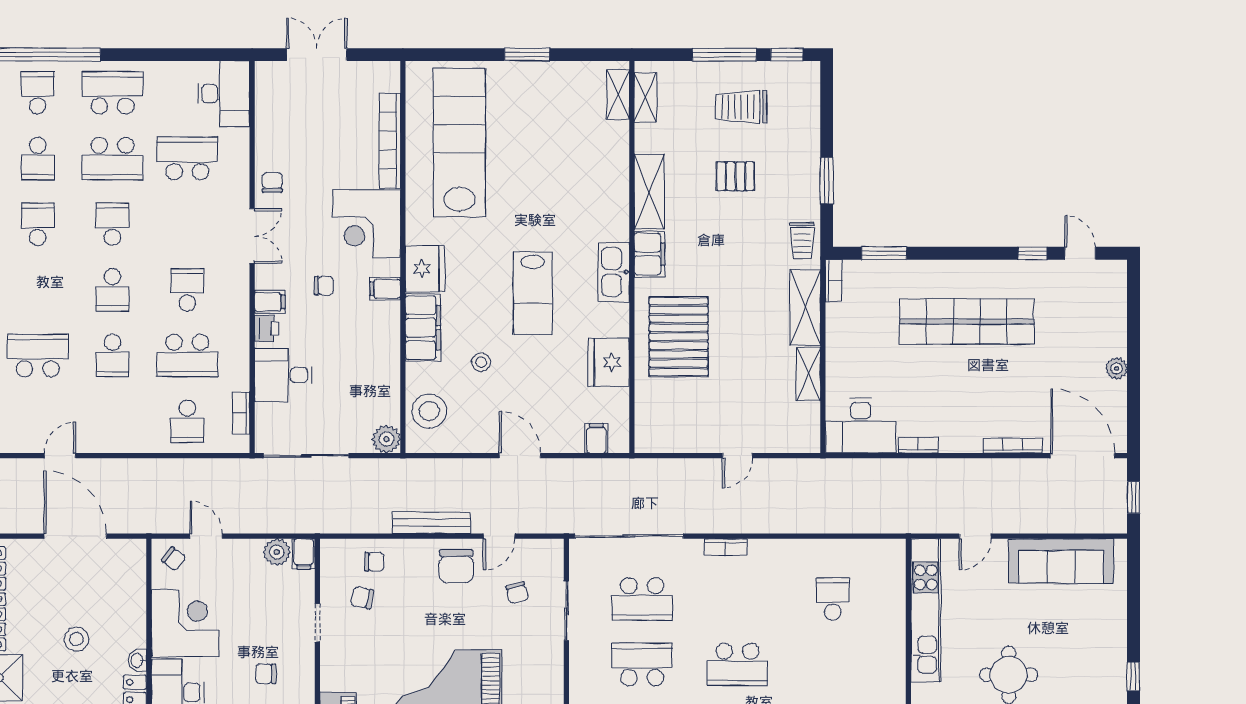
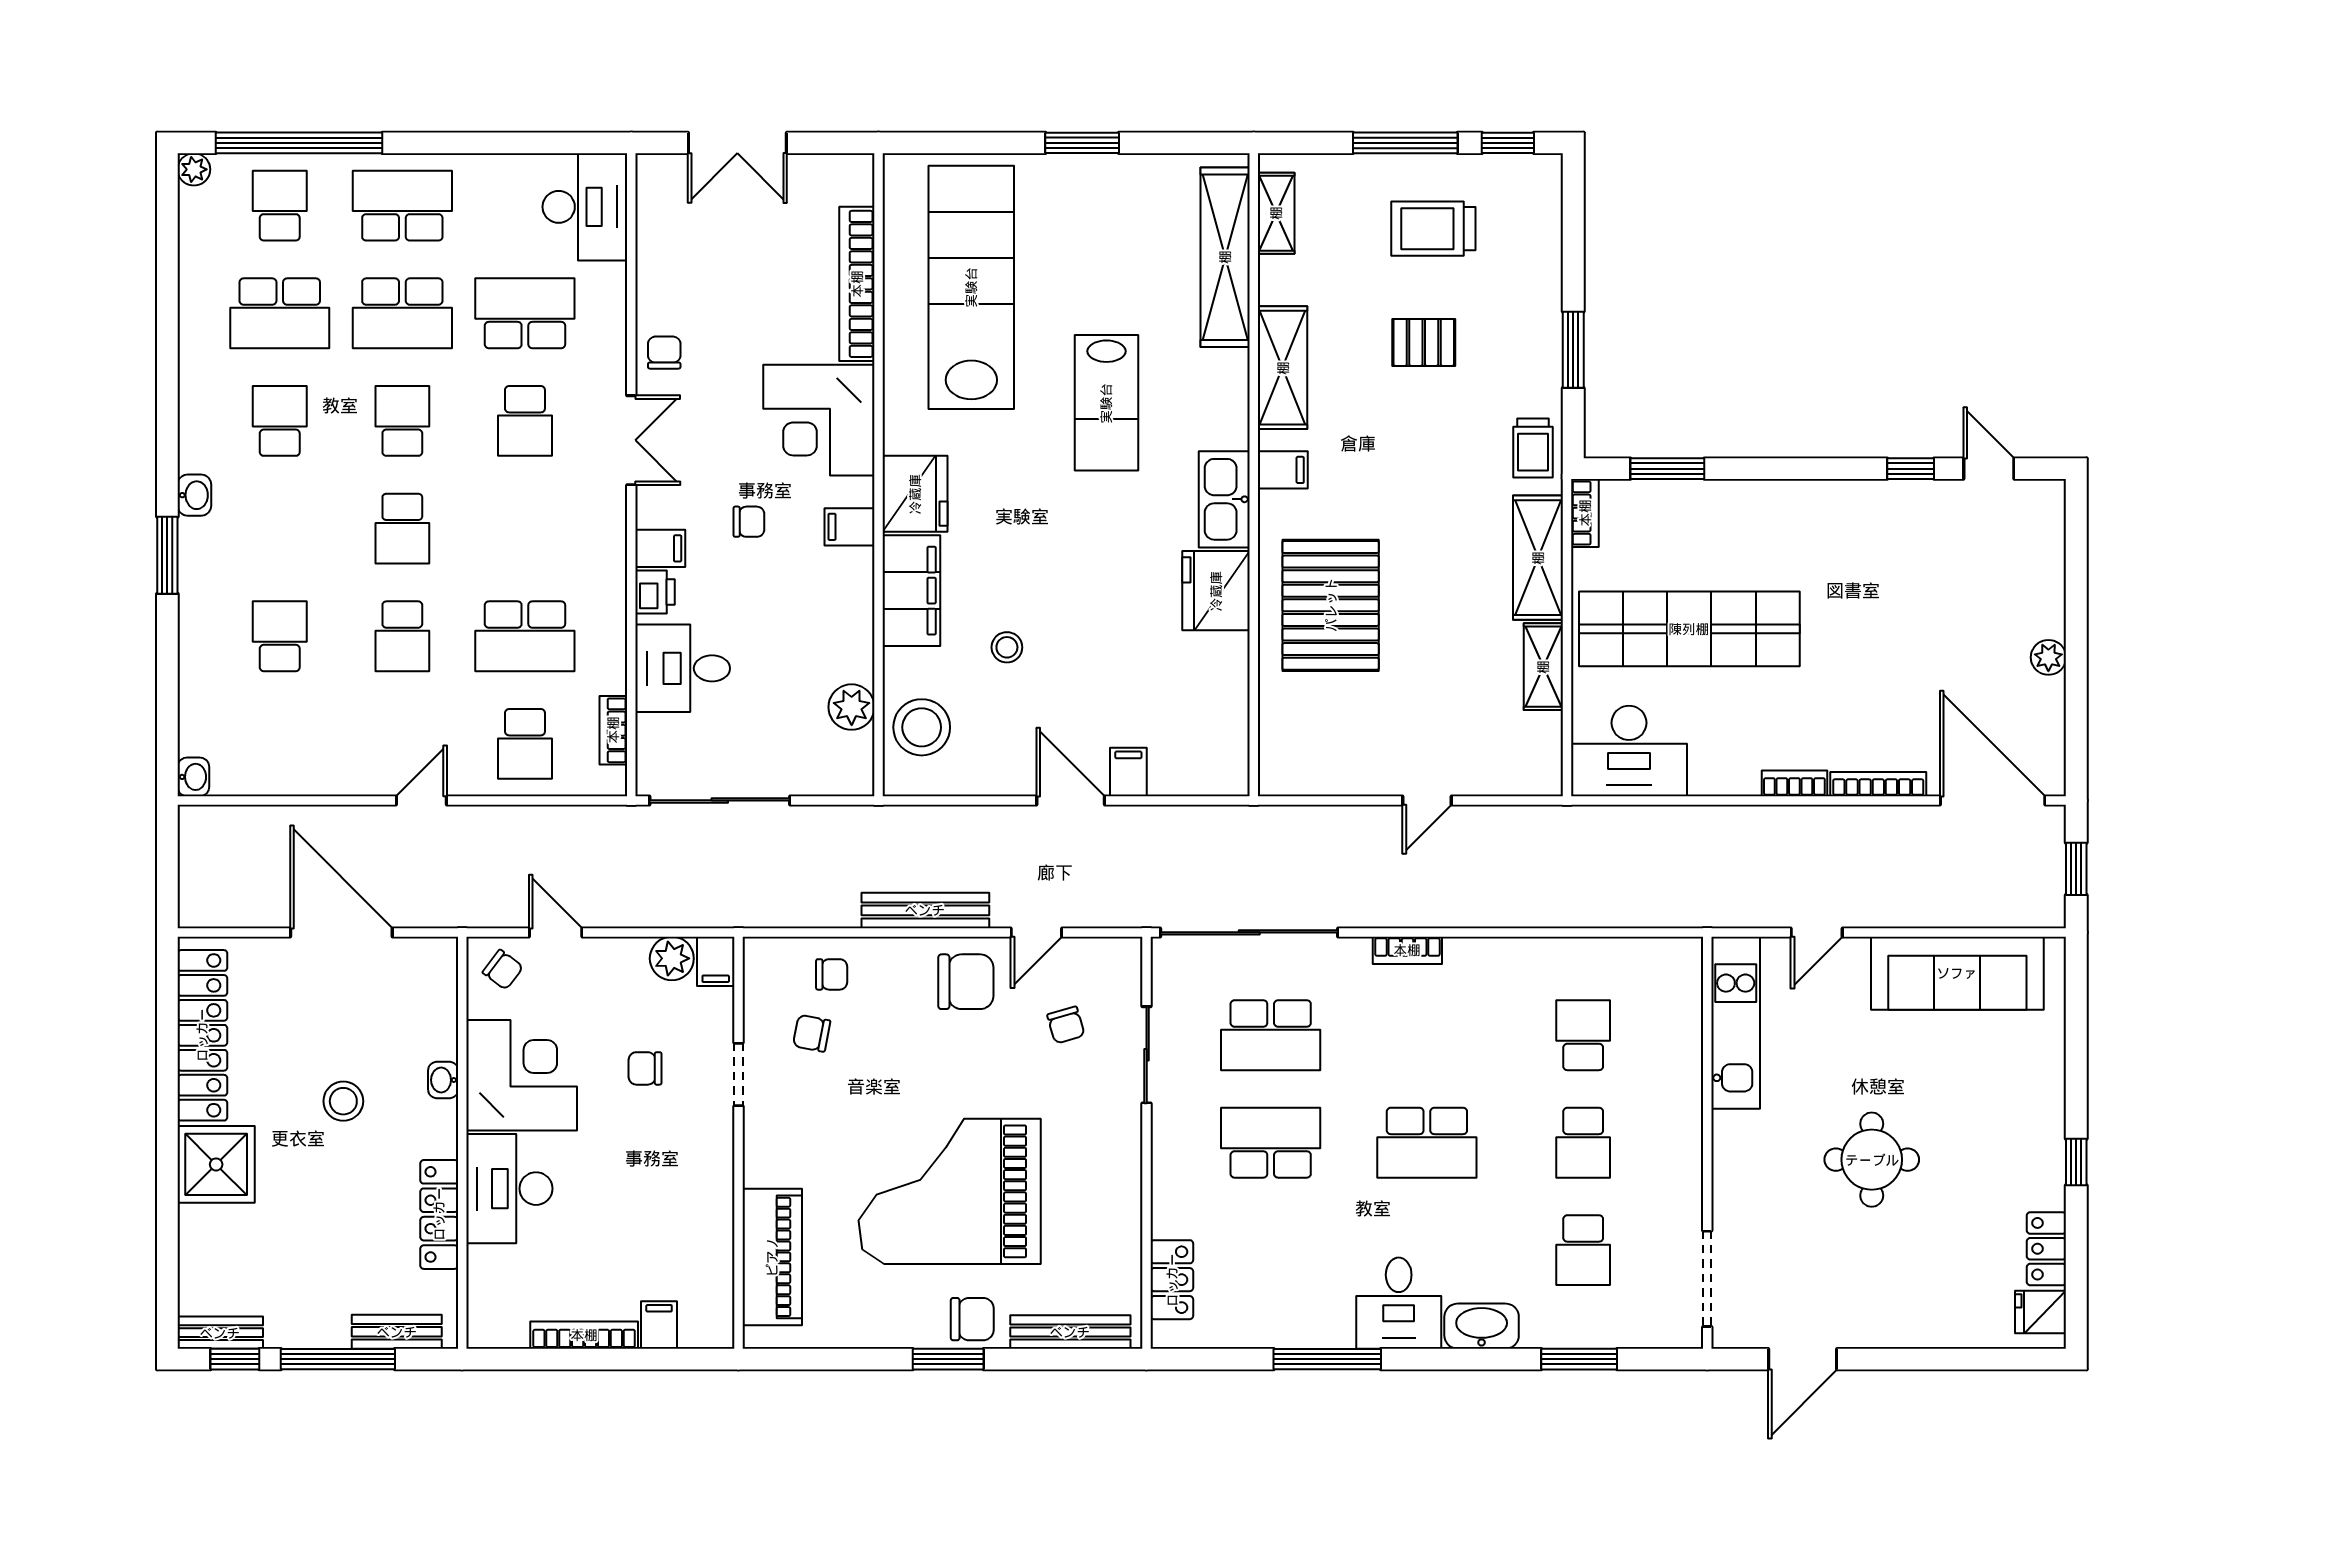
double door: (317, 55) -> (737, 143), swing flipped
shelving: (618, 94) -> (1225, 257), width x2.20, depth x1.33
school desk: (38, 159) -> (280, 313), width x1.85
filing cabinet: (649, 254) -> (1283, 470), width x0.50
school desk: (187, 290) -> (525, 421), moved, turned 180
lab bench: (533, 293) -> (1106, 403), moved
shop shelf: (967, 322) -> (1689, 629), moved
school desk: (38, 356) -> (280, 636), width x0.54
fridge: (609, 362) -> (1216, 591), moved
filing cabinet: (596, 438) -> (1128, 772), moved
plant: (386, 439) -> (852, 707), moved
bookcase: (918, 445) -> (1794, 783), moved
door: (60, 456) -> (421, 800), moved
chair: (456, 566) -> (966, 982), turned -90
kitchen unit: (926, 610) -> (1736, 1023), width x0.73
washbasin: (137, 660) -> (443, 1080), moved
school desk: (833, 664) -> (1583, 1143), added
chair: (266, 674) -> (645, 1068), moved

